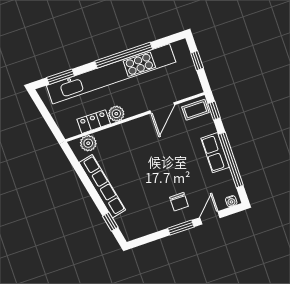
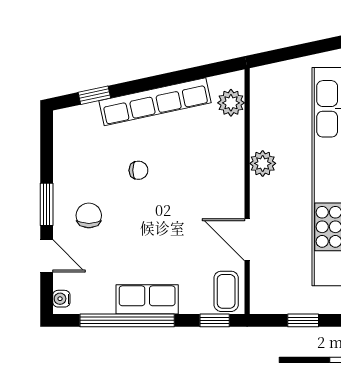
locker: (94, 122) -> (262, 123), removed
chair: (144, 182) -> (138, 170), added
chair: (179, 202) -> (89, 215), turned 90

